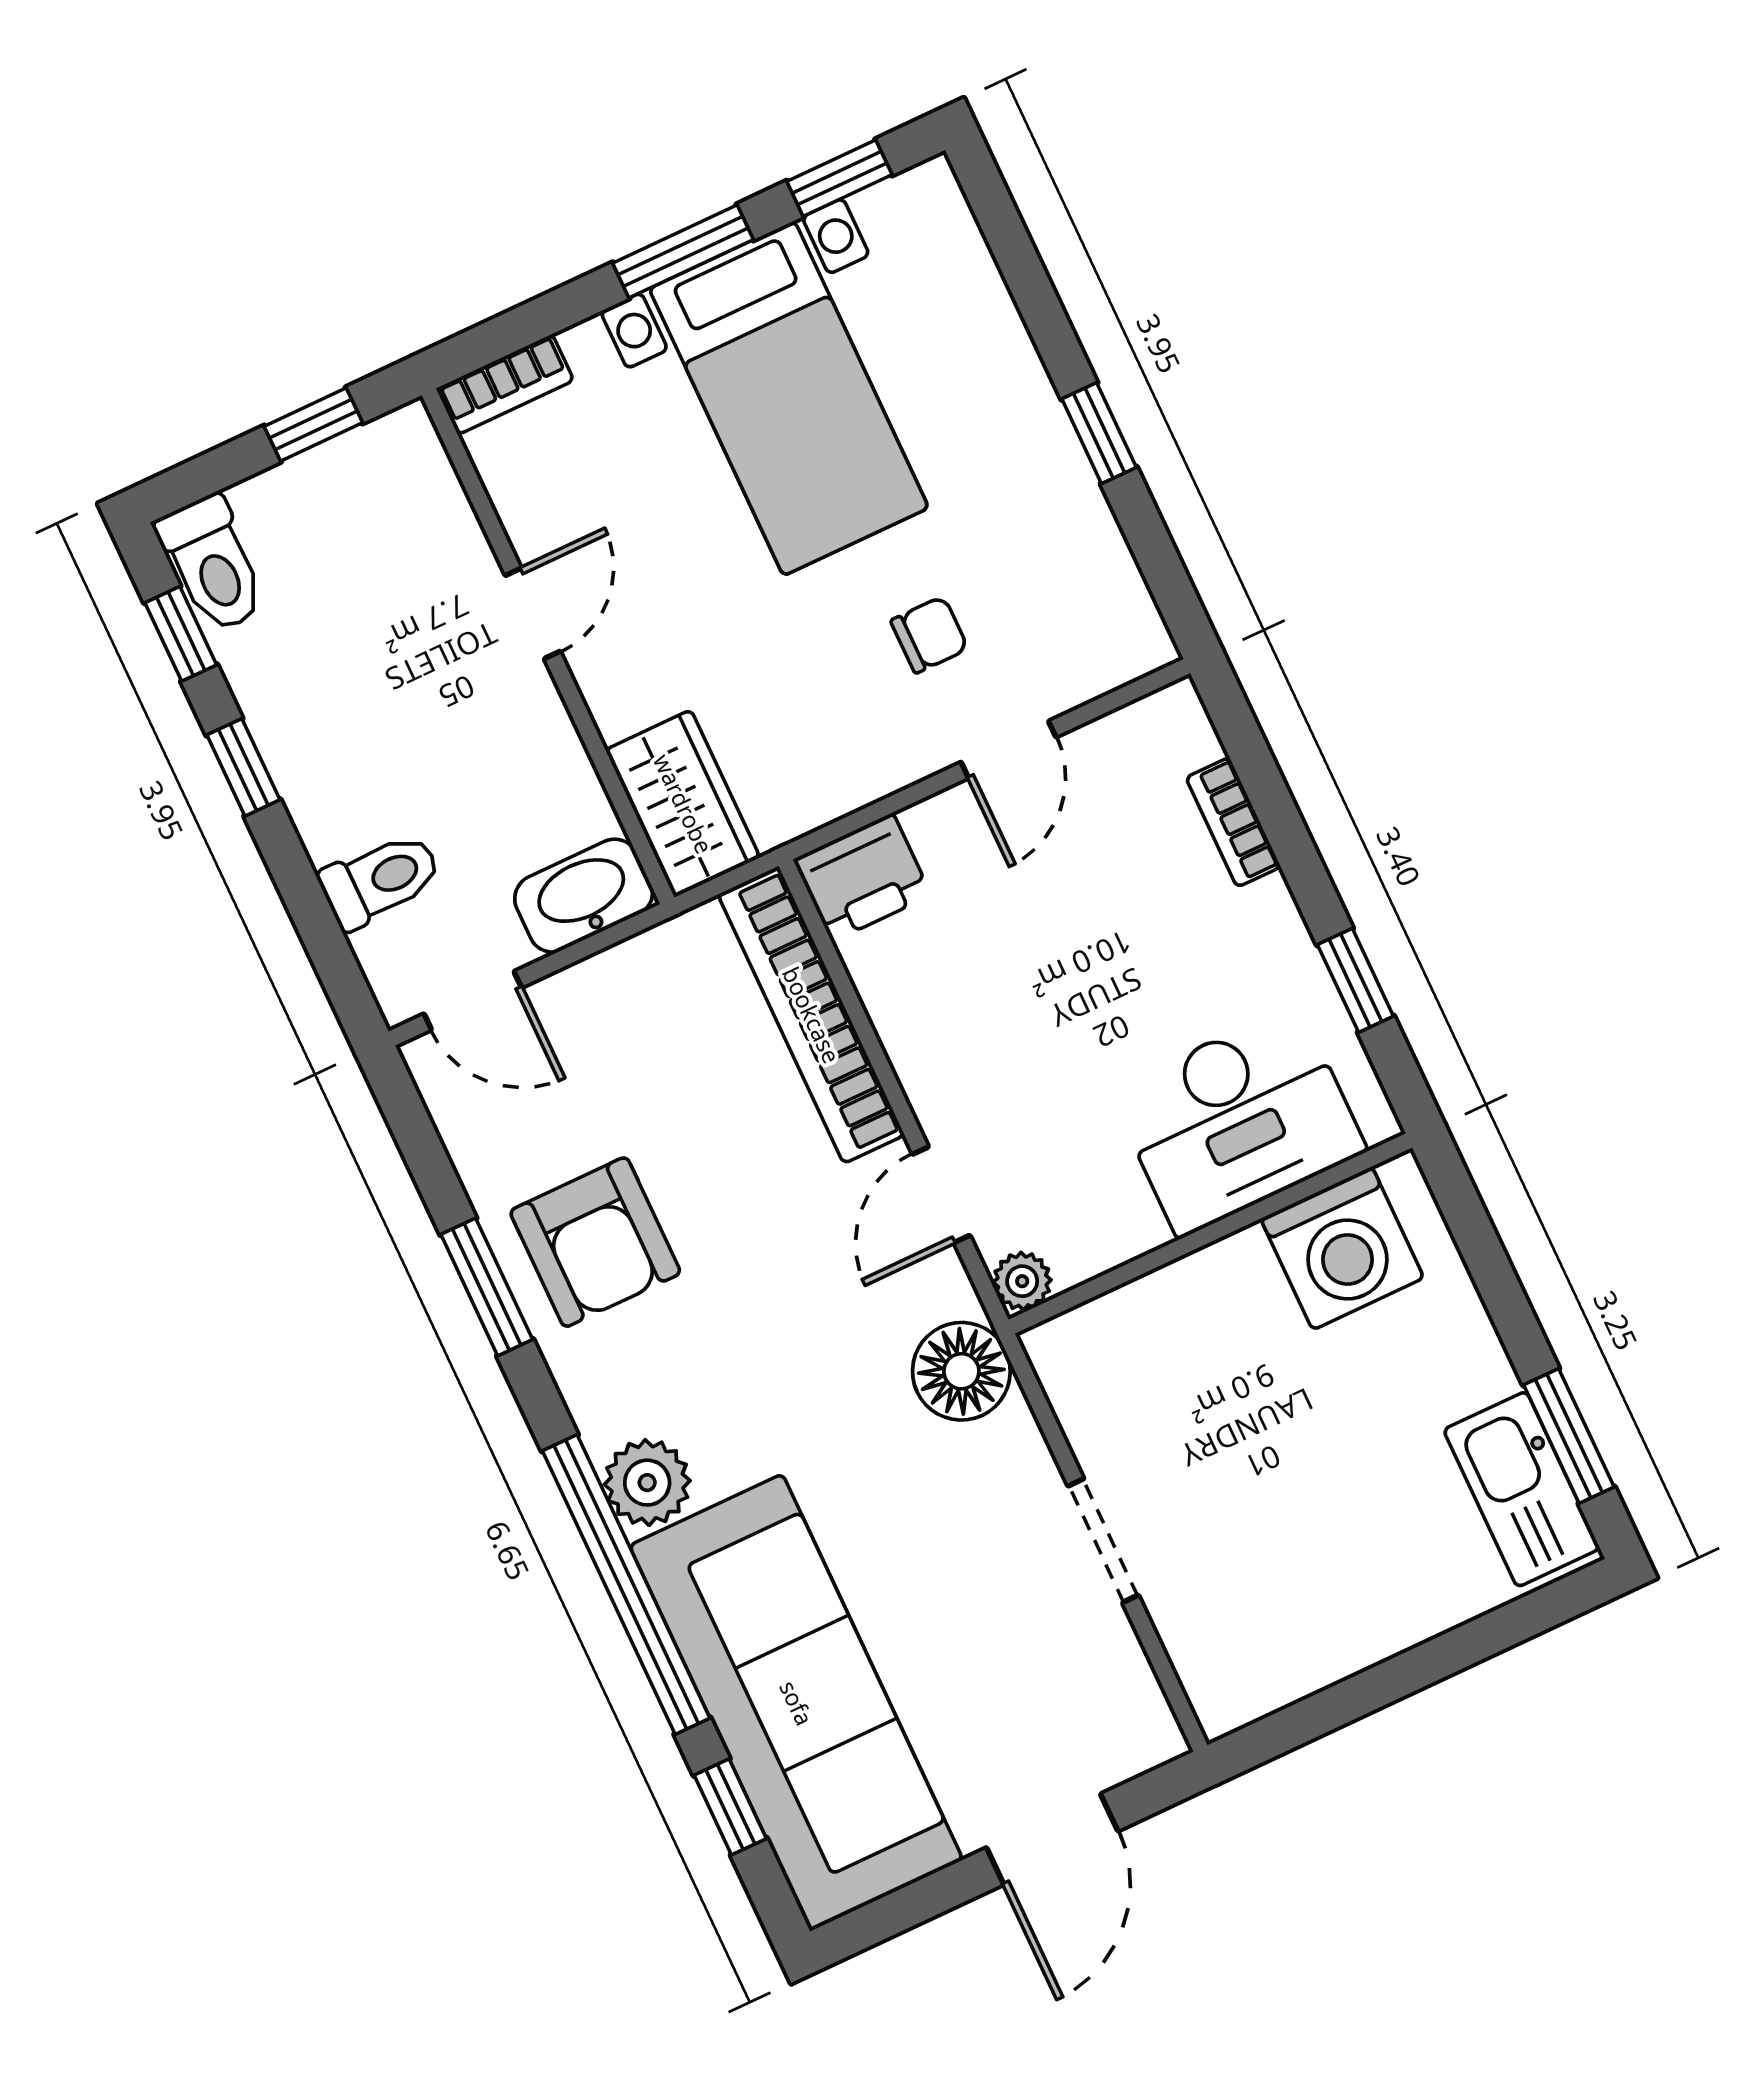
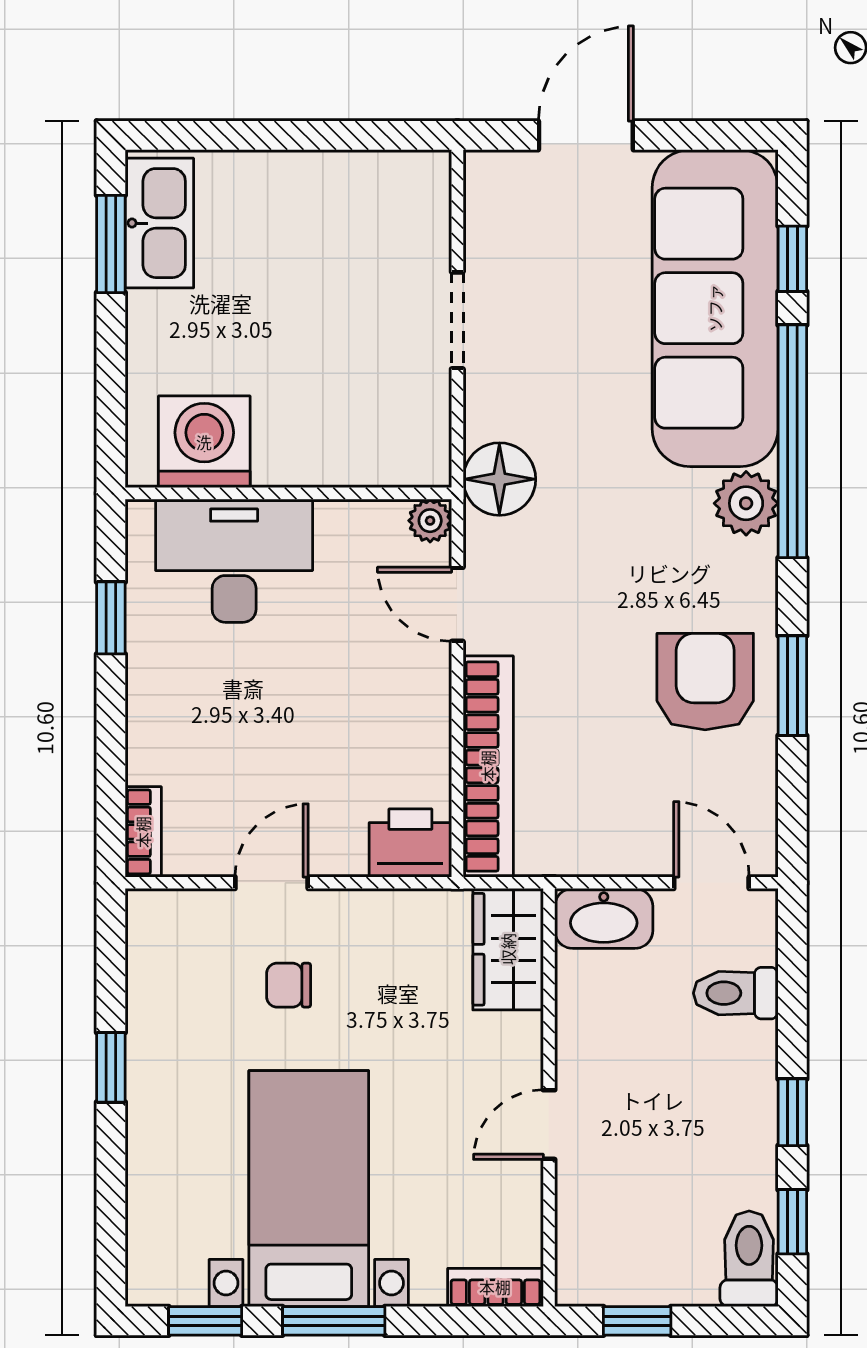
bookcase: (1233, 822) -> (143, 832), moved
door: (941, 1195) -> (457, 604), swing flipped

